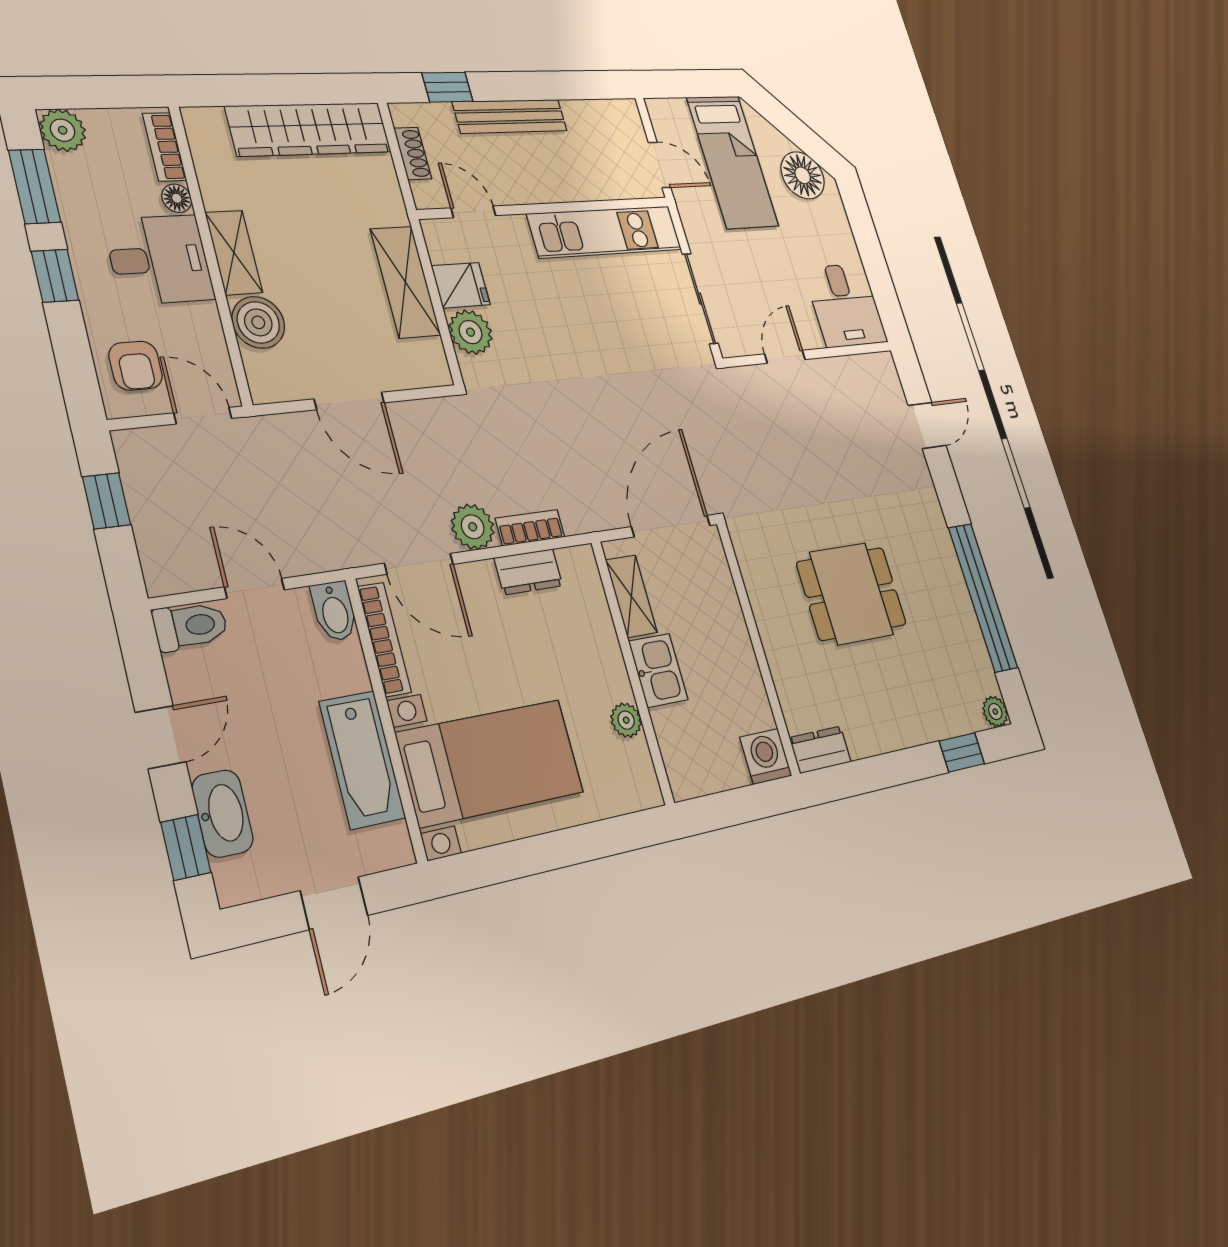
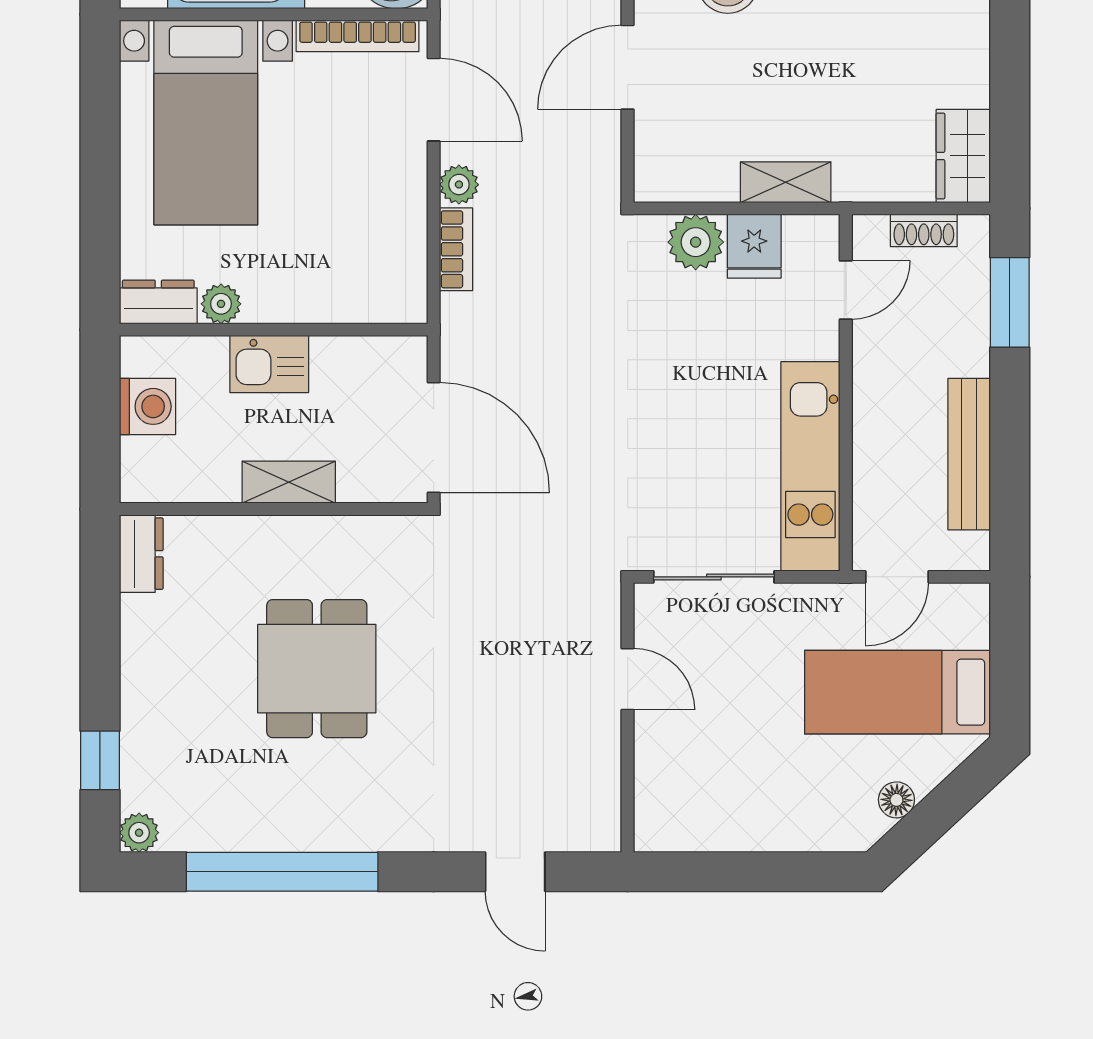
window: (447, 87) -> (1010, 302), width x1.50
bench: (510, 116) -> (969, 454), moved
wardrobe: (309, 129) -> (963, 156), width x0.48, depth x0.85
floor lamp: (803, 175) -> (896, 800), width x0.53, depth x0.53
shelving: (405, 282) -> (786, 182), width x0.67, depth x0.75
desk: (845, 305) -> (689, 801), removed
plant: (473, 527) -> (459, 185), width x0.73, depth x0.73
door: (419, 564) -> (434, 100), swing flipped
dresser: (528, 572) -> (158, 302), moved, turned 90
shelving: (631, 596) -> (289, 482), moved
washing machine: (766, 756) -> (147, 406), moved

